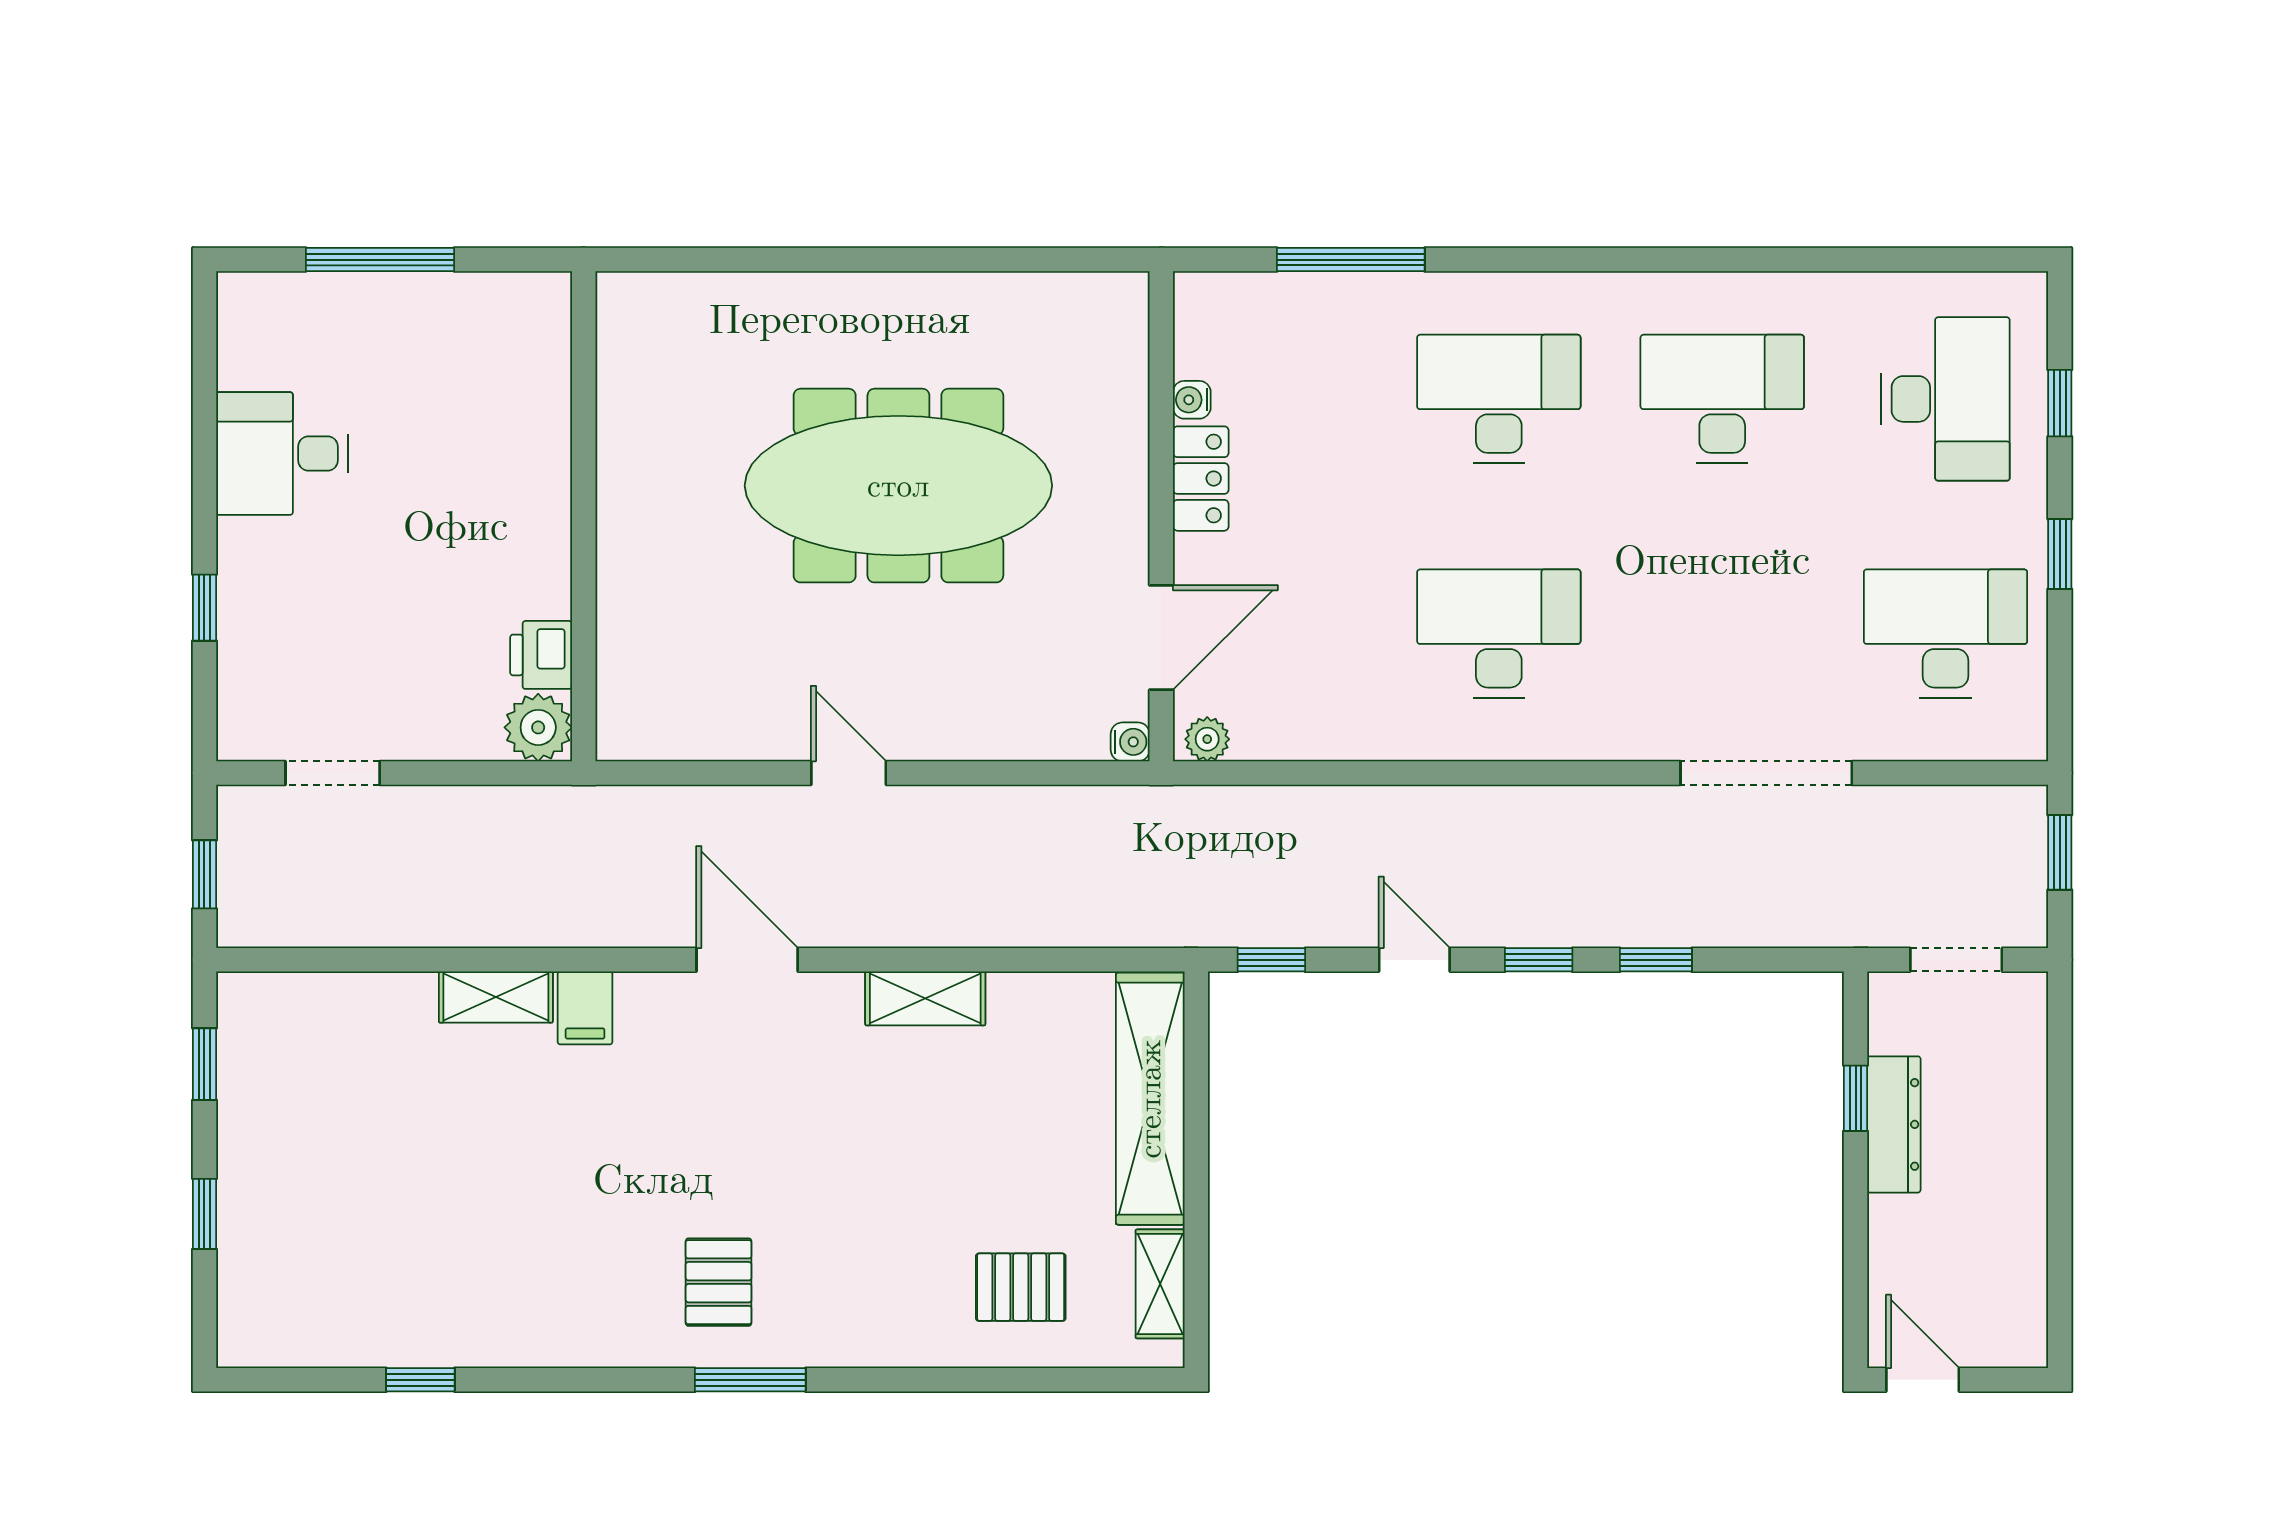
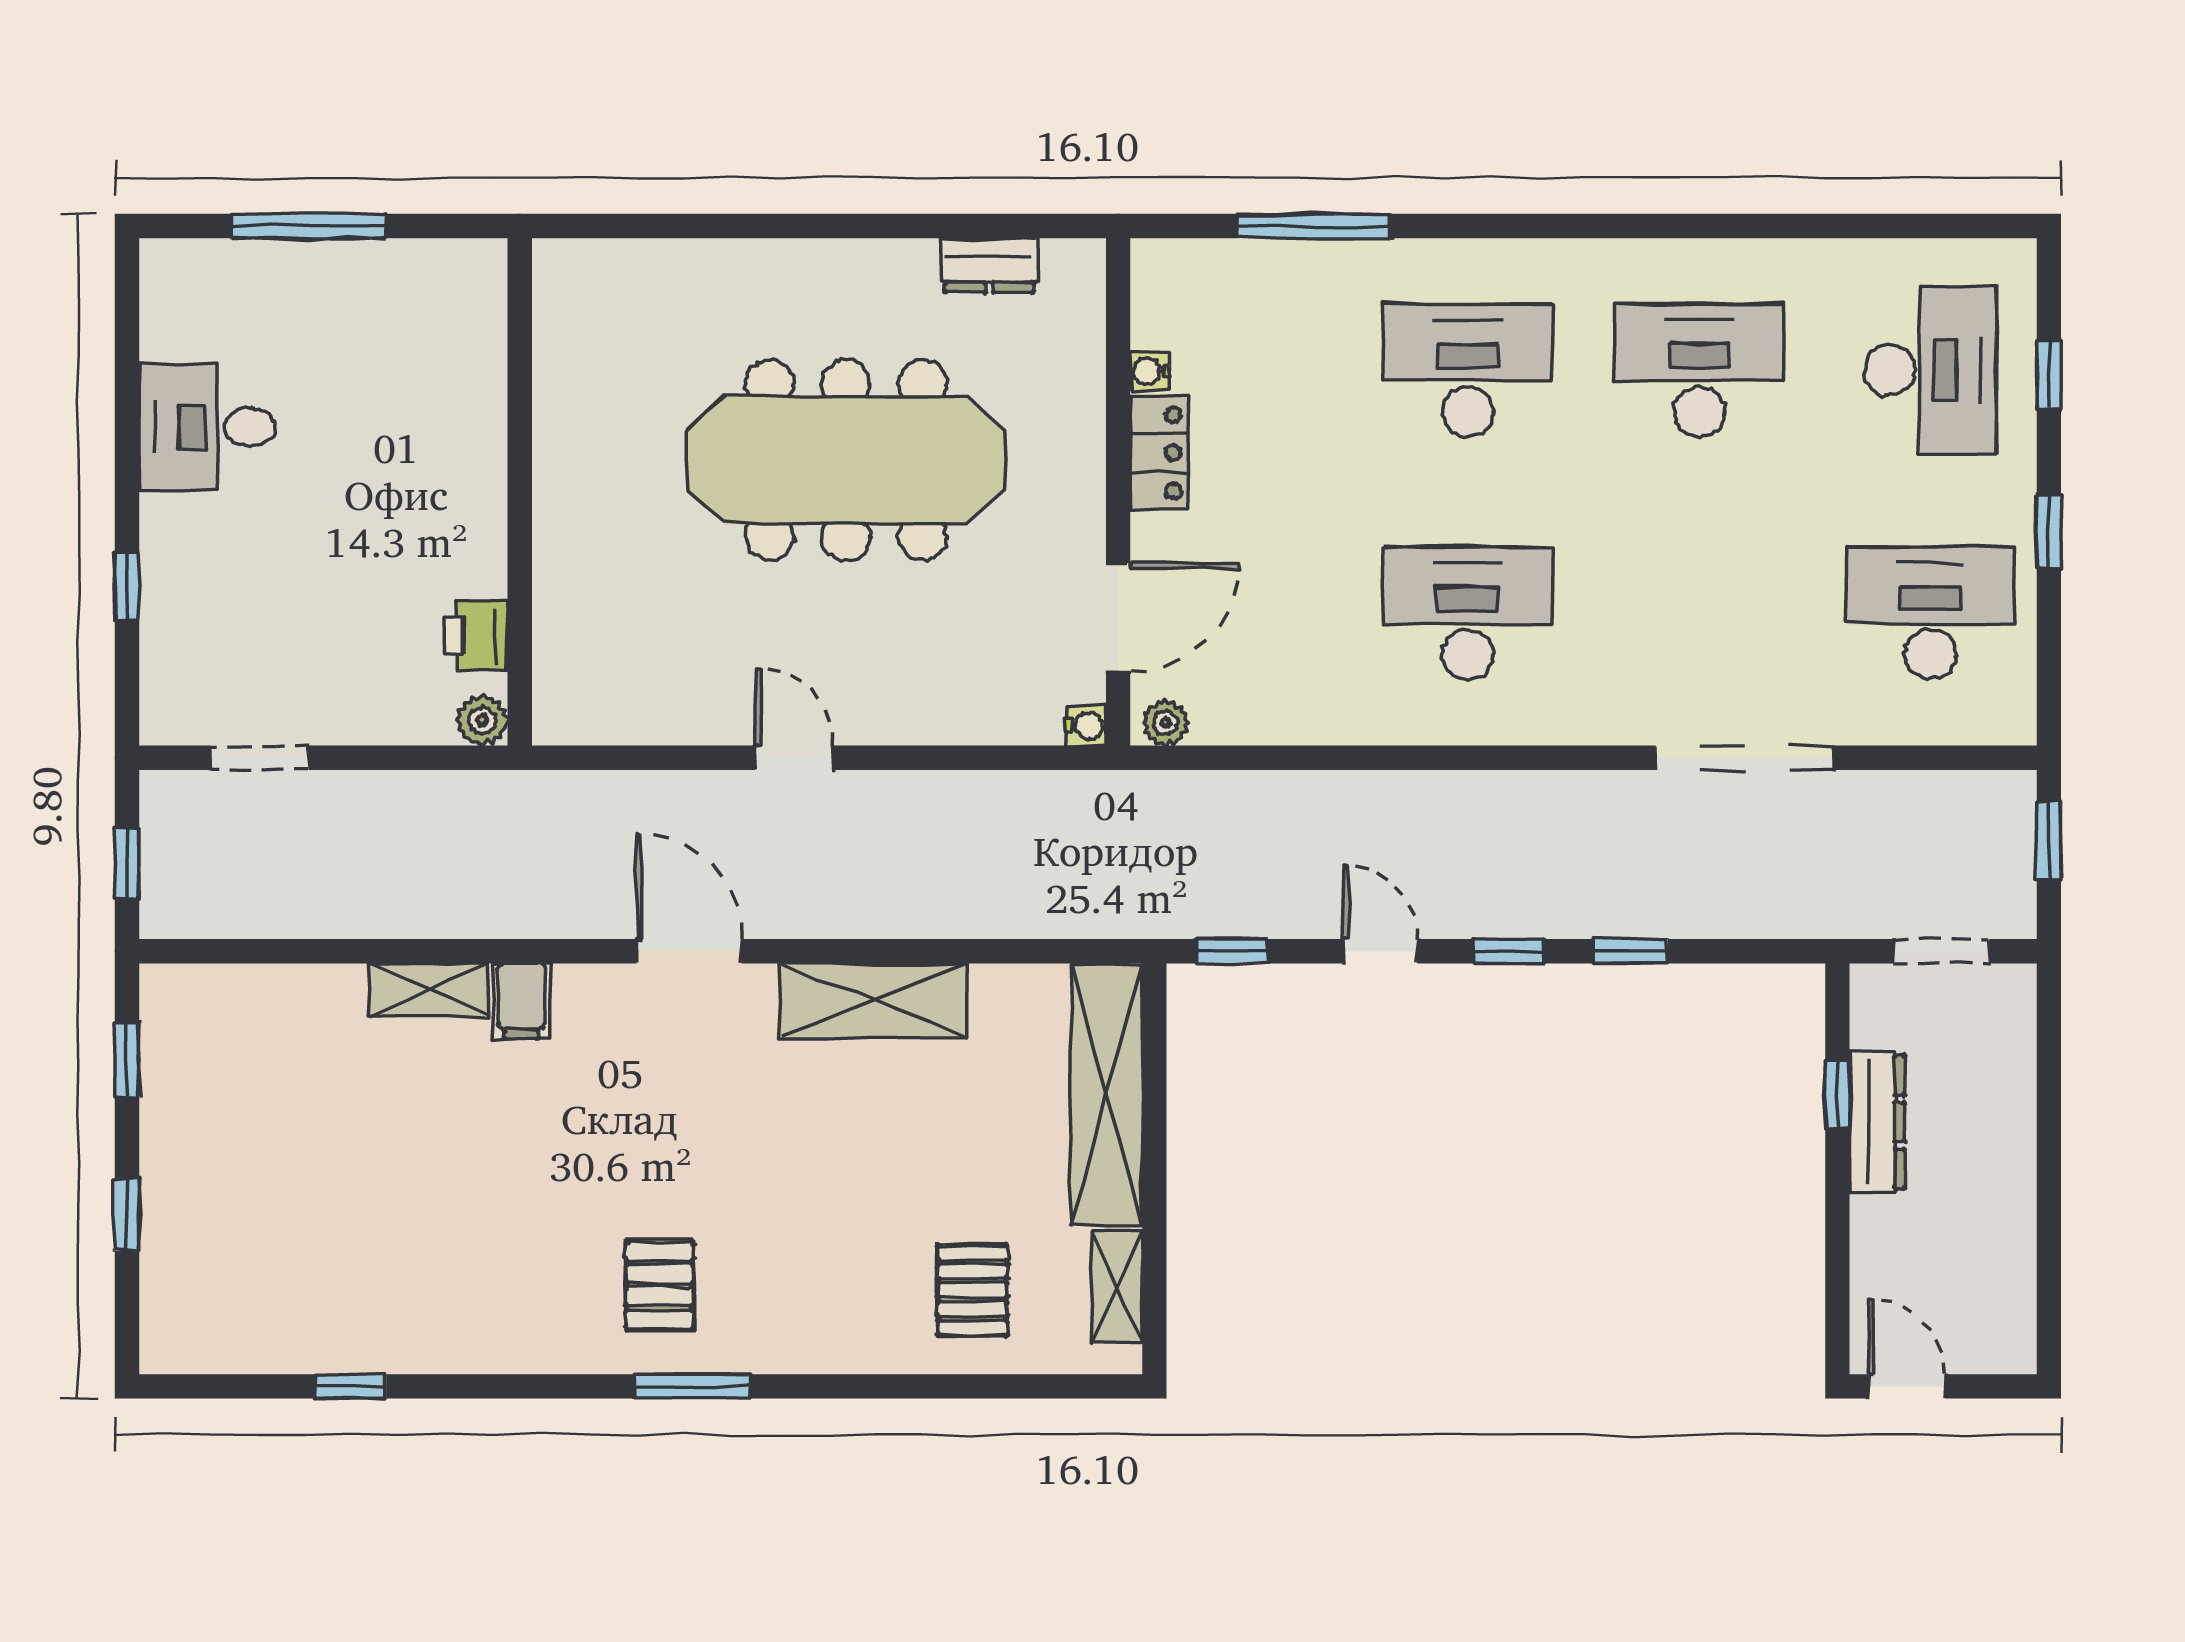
dresser: (1037, 298) -> (989, 265), added
plant: (538, 727) -> (482, 720), width x0.73, depth x0.73
shelving: (925, 998) -> (874, 1001), width x1.50, depth x1.33
pallet: (1021, 1287) -> (973, 1290), turned 90

